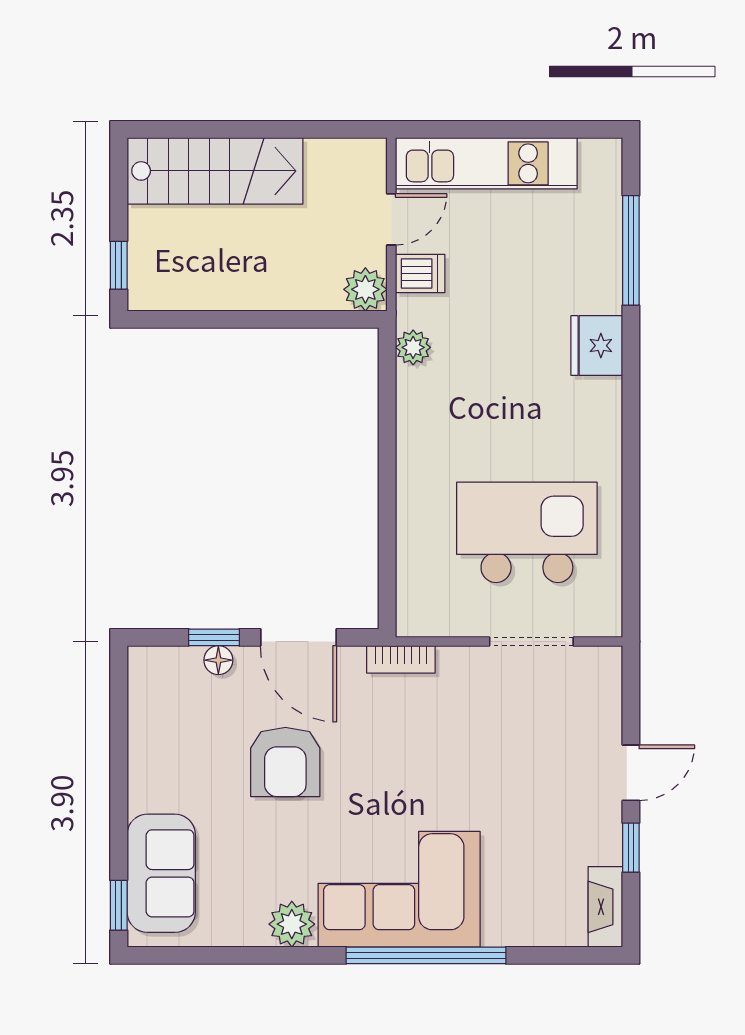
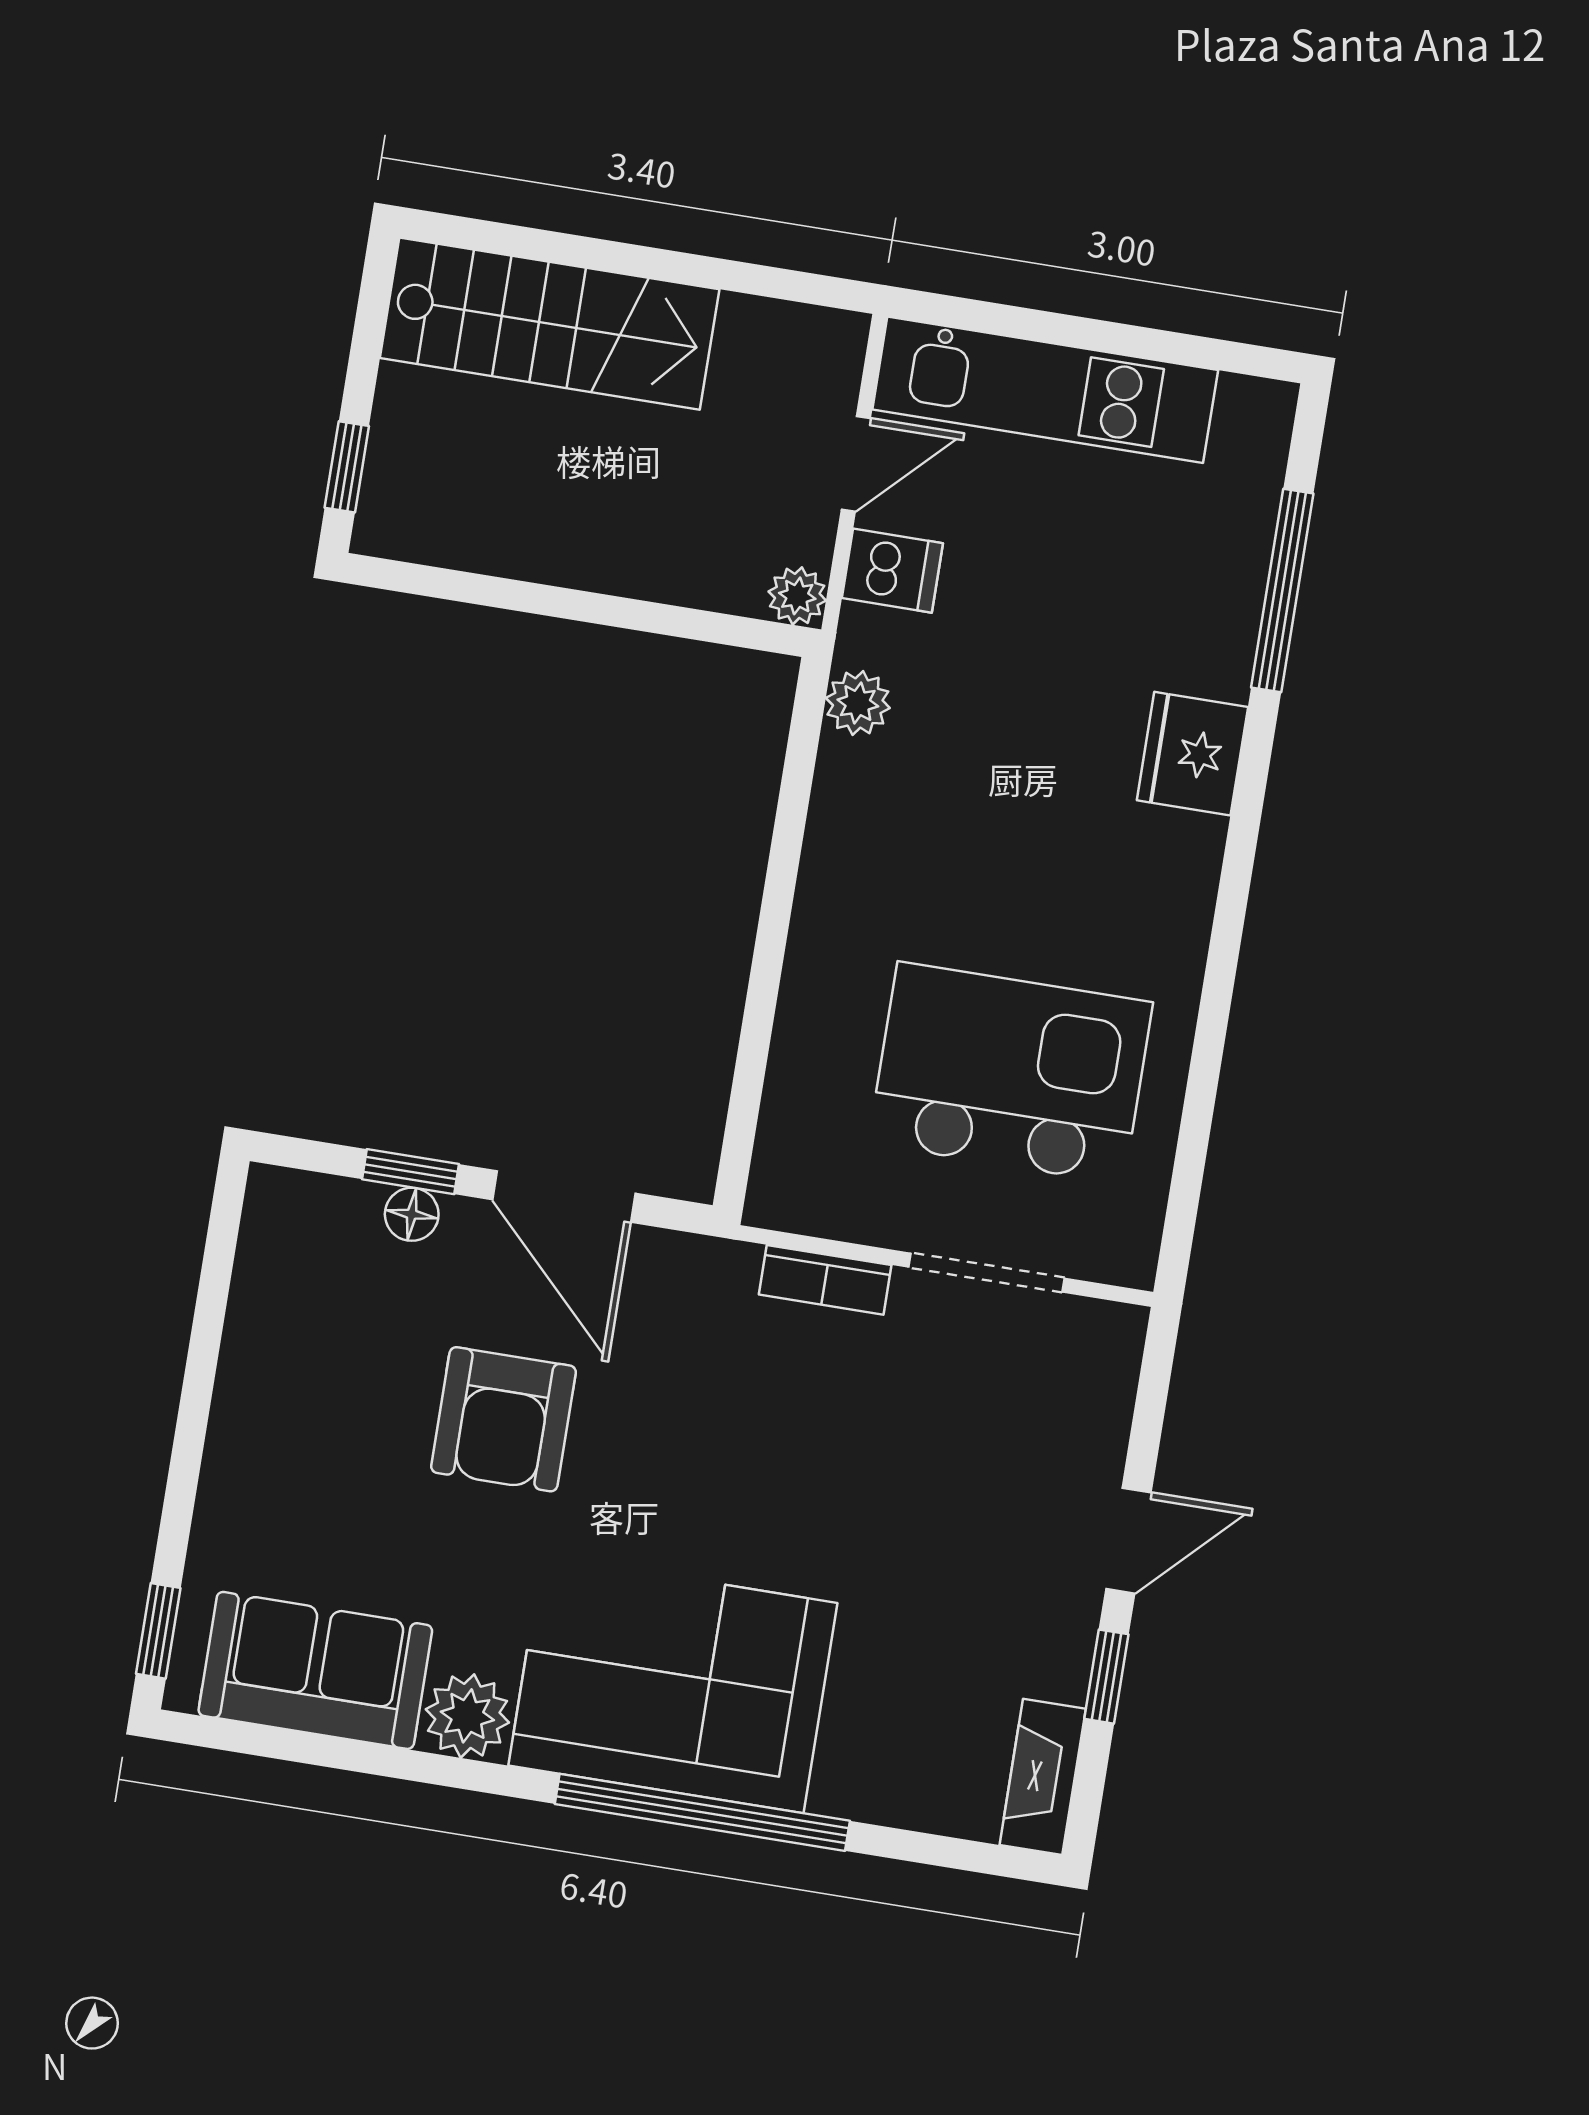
plant: (365, 289) -> (797, 596), width x0.73, depth x0.73
bookcase: (401, 659) -> (825, 1280), moved
sofa: (161, 873) -> (315, 1670), moved, turned -90

